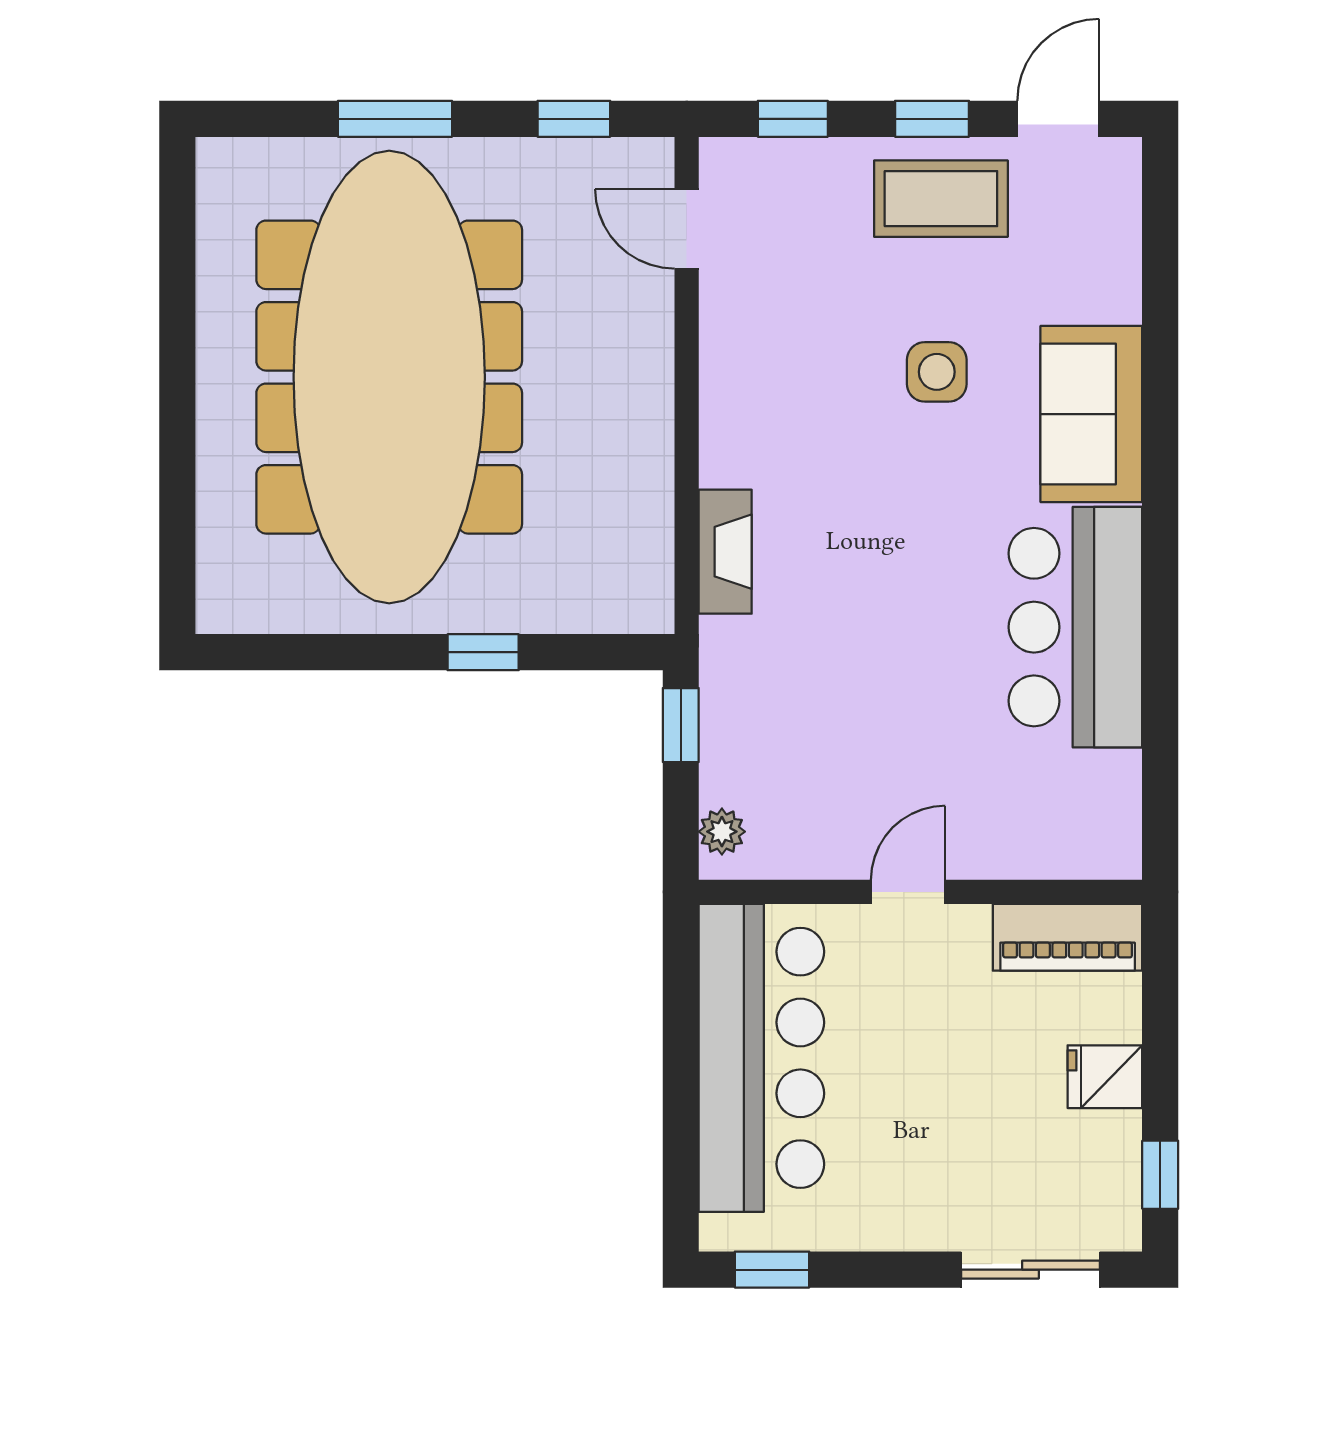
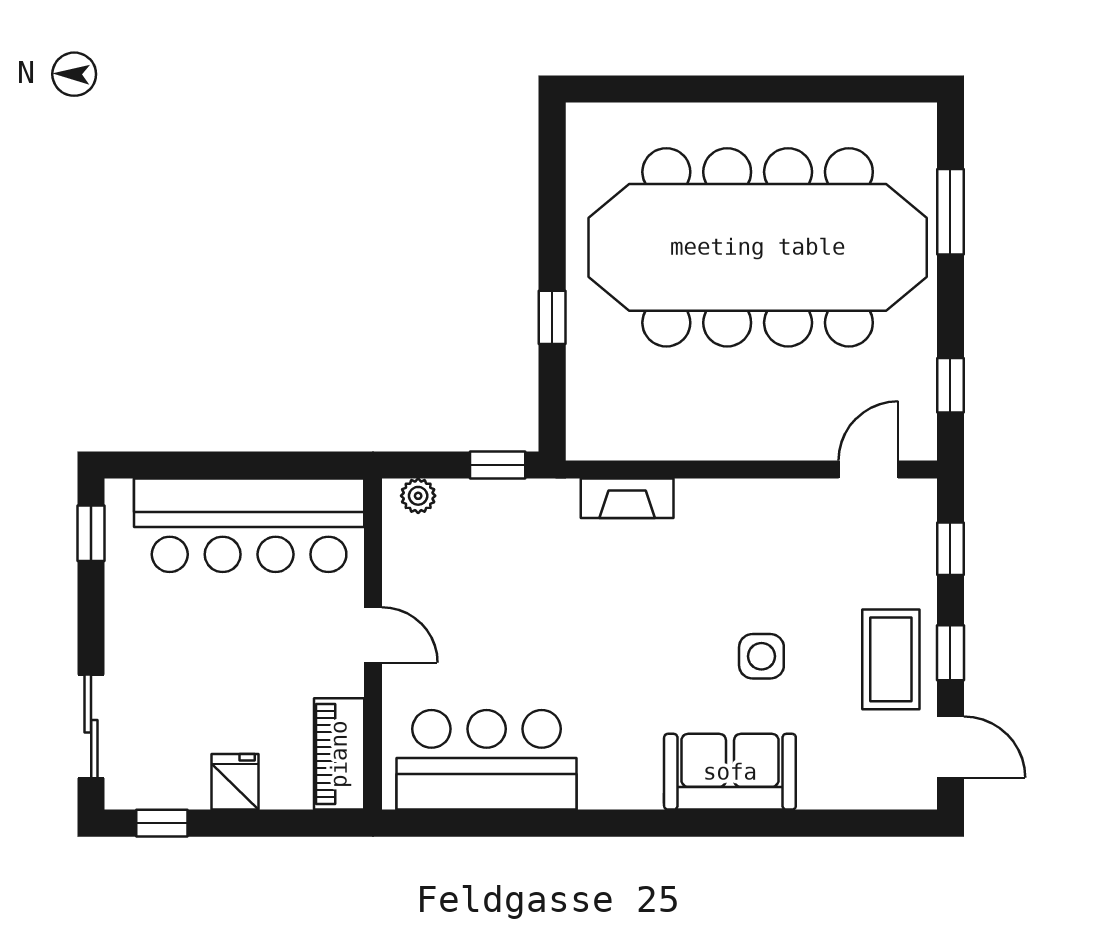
window: (395, 119) -> (950, 212), moved
bar counter: (1075, 627) -> (487, 760), moved

